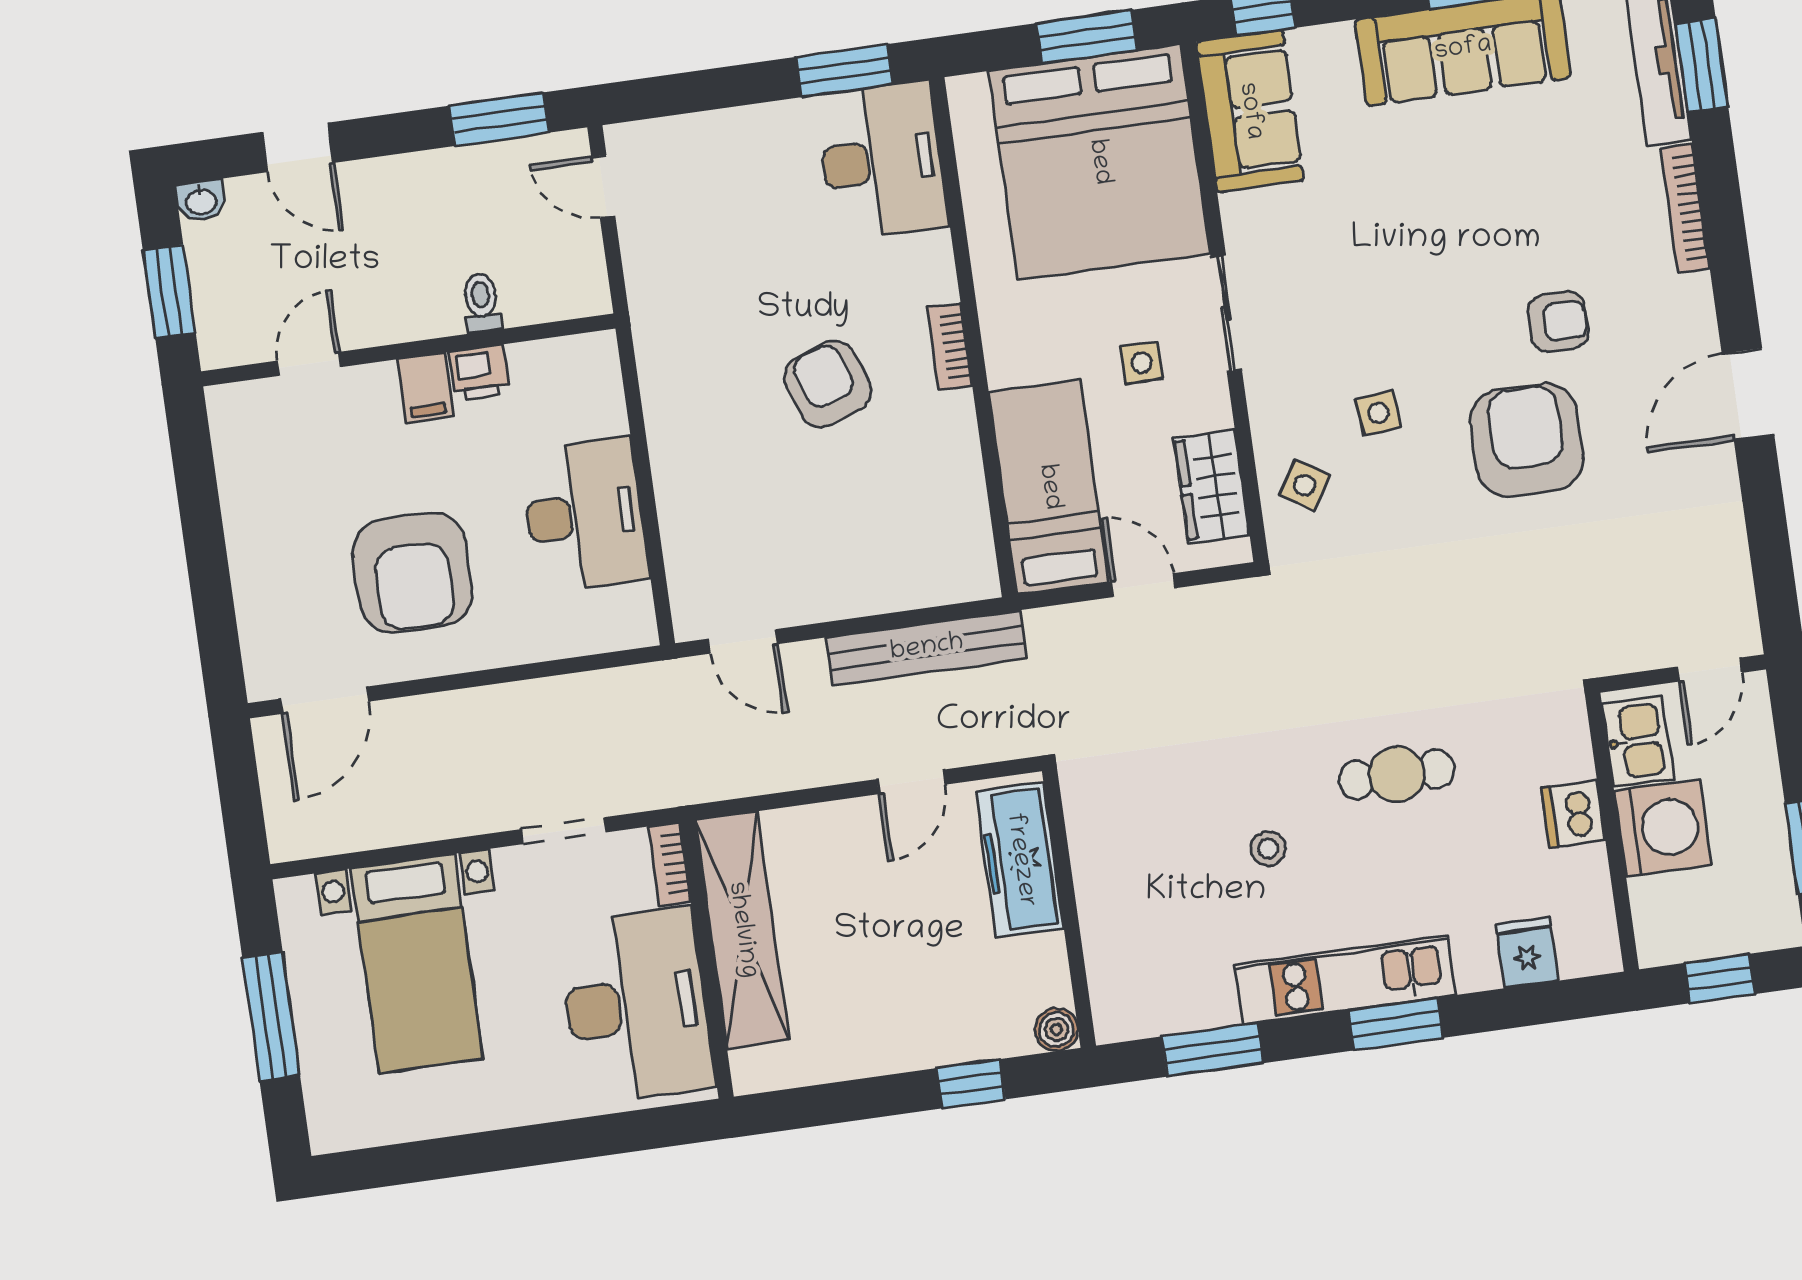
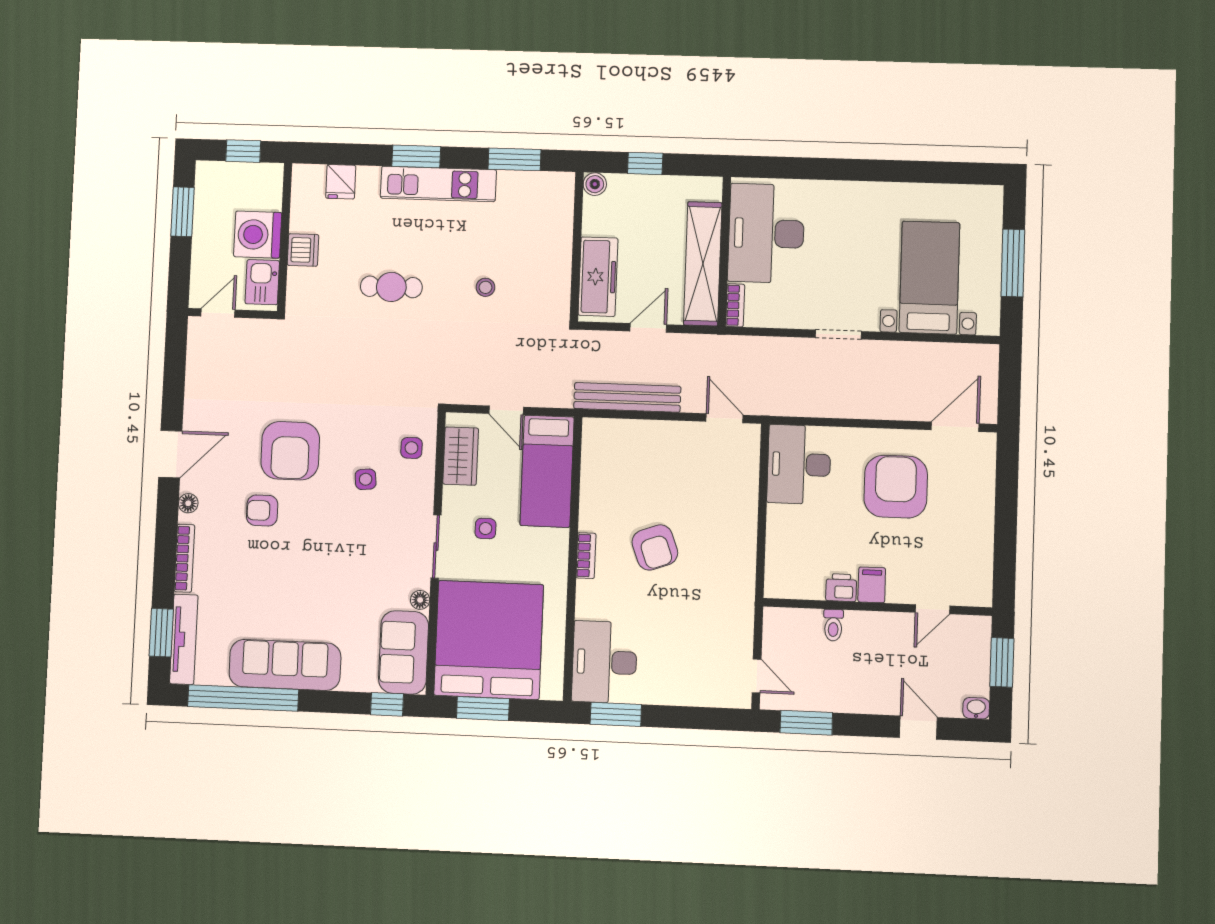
floor lamp: (1237, 212) -> (420, 600), added
floor lamp: (1697, 310) -> (188, 503), added
side table: (1305, 485) -> (411, 448), turned -32
desk: (584, 515) -> (799, 464), moved
stool: (1268, 849) -> (485, 287), moved
bookcase: (669, 864) -> (735, 305), moved
shelving: (742, 930) -> (703, 264), moved
wall: (707, 959) -> (724, 251), moved
desk: (636, 1006) -> (766, 233), moved

